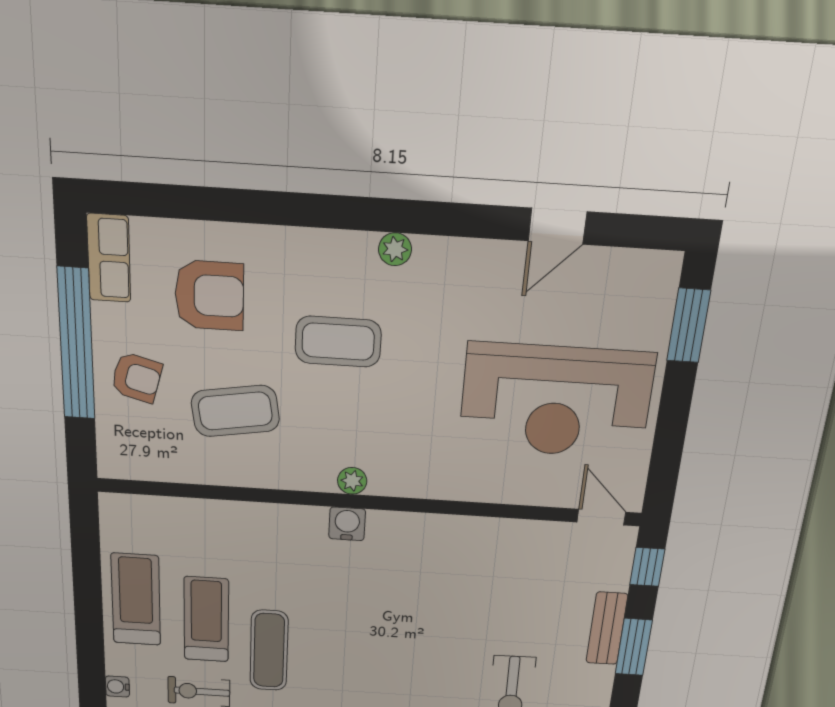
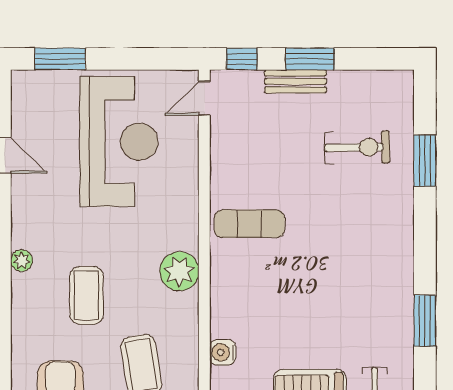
plant: (352, 481) -> (179, 271), width x1.88, depth x1.88
water cooler: (347, 524) -> (223, 352), moved
exercise mat: (269, 650) -> (249, 224), moved

